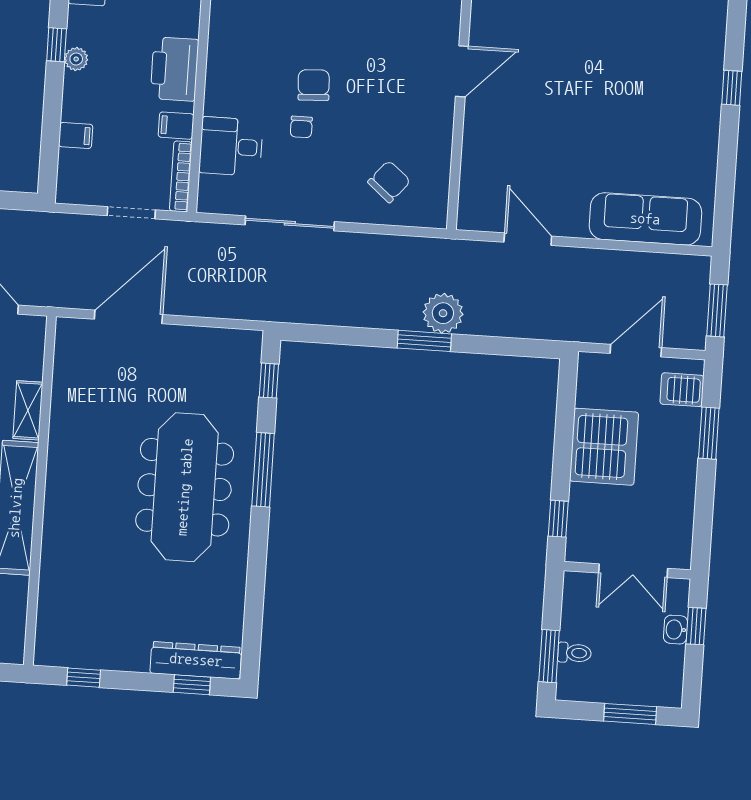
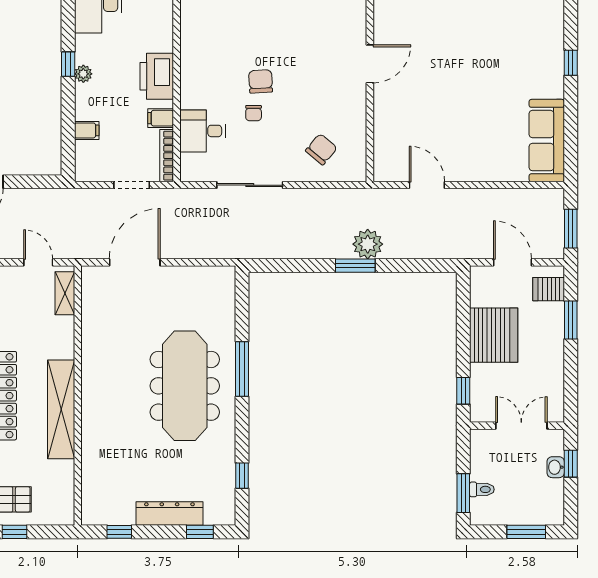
sofa: (645, 219) -> (547, 141), moved, turned -90
door: (636, 351) -> (513, 262), hinge flipped
window: (269, 381) -> (242, 476), moved
shelving: (28, 410) -> (65, 293), moved
double door: (633, 571) -> (521, 426), swing flipped
dresser: (196, 660) -> (169, 514), moved

